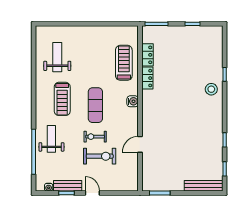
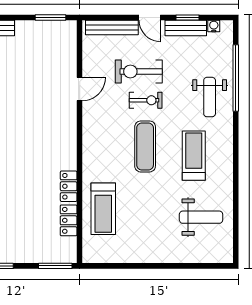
weight bench: (57, 57) -> (201, 217), turned -90
water cooler: (133, 101) -> (90, 152), removed
bench: (118, 186) -> (112, 27), added

